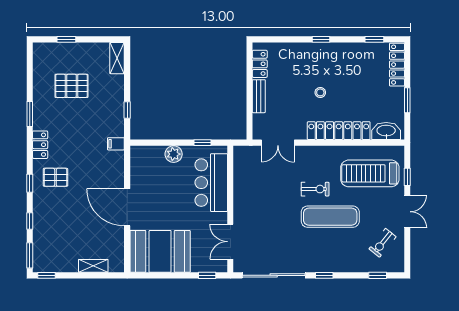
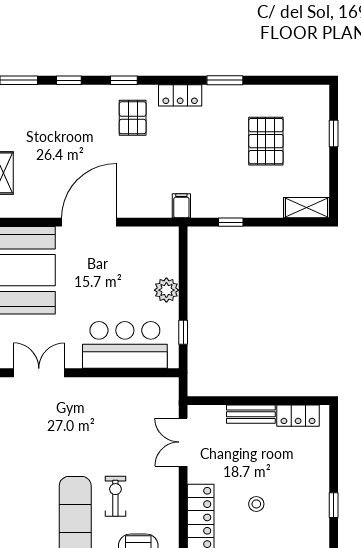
exercise bike: (315, 189) -> (115, 496), turned 180

